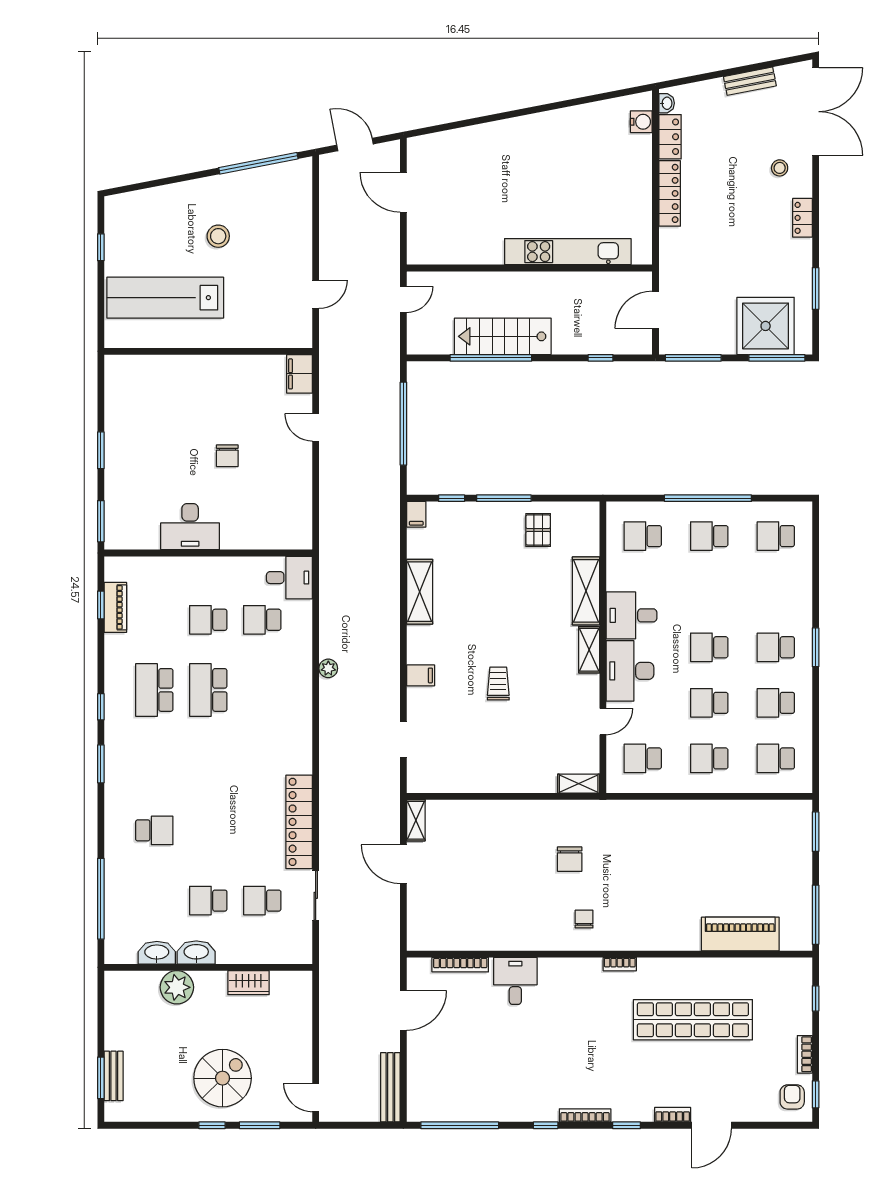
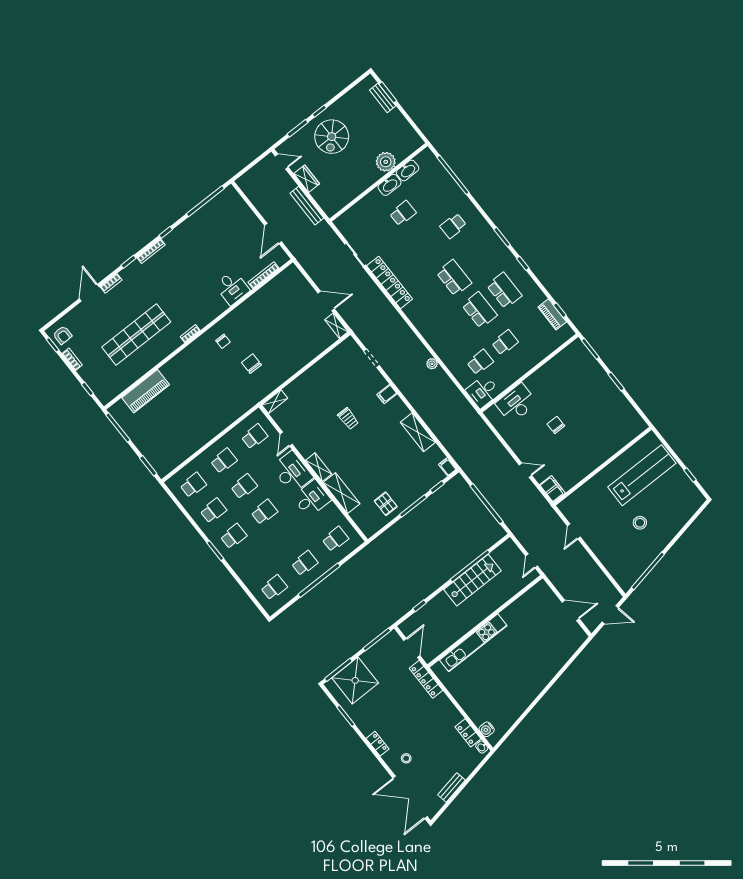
locker: (670, 193) -> (426, 679), moved
desk: (190, 527) -> (516, 403), moved
school desk: (262, 901) -> (454, 278), moved, width x1.85
wardrobe: (249, 983) -> (307, 179), moved, turned 90
bench: (390, 1087) -> (307, 206), moved

